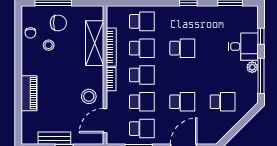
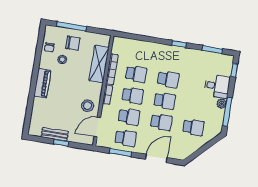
school desk: (142, 21) -> (165, 101), moved
window: (261, 36) -> (234, 70), moved
piano: (29, 93) -> (42, 83), moved

